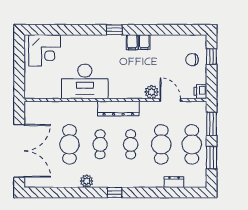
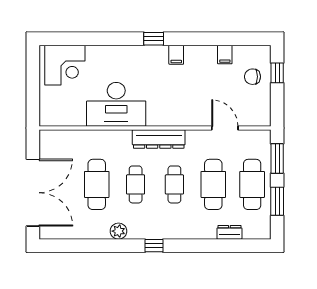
filing cabinet: (144, 42) -> (225, 55), moved
printer: (200, 91) -> (263, 117), removed
plant: (152, 92) -> (201, 118), removed

